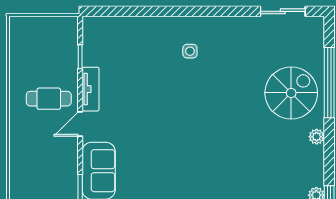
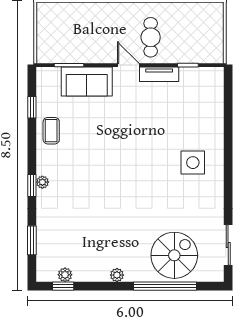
side table: (190, 51) -> (193, 163), width x1.87, depth x1.87
spiral stairs: (291, 93) -> (174, 255), moved, turned -90

